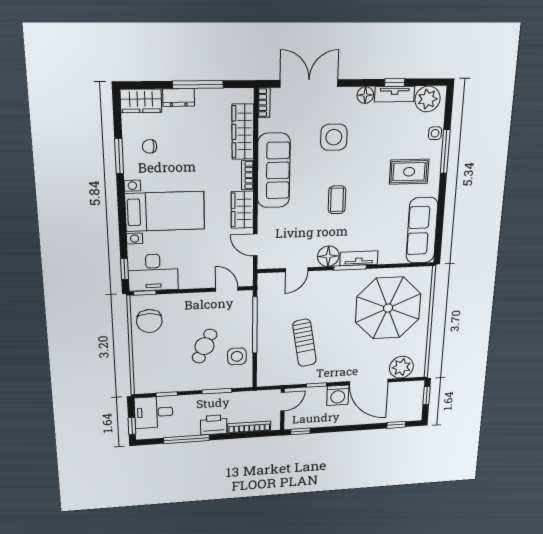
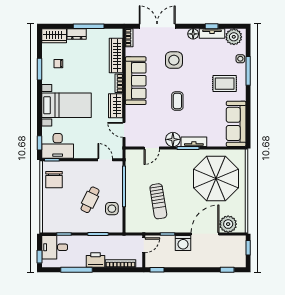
door: (369, 382) -> (205, 234), swing flipped

